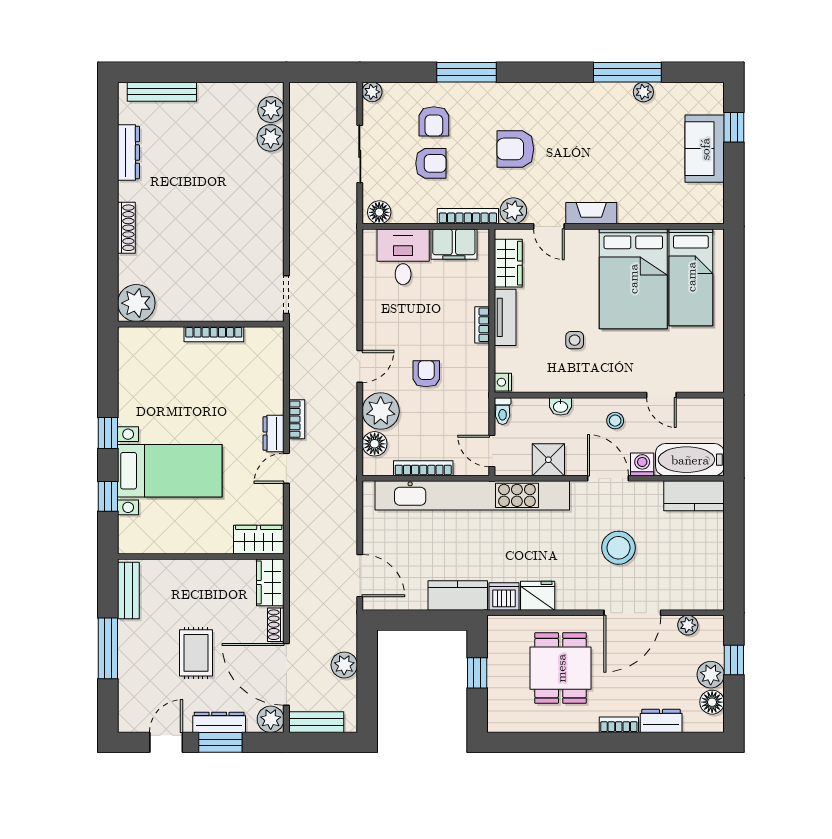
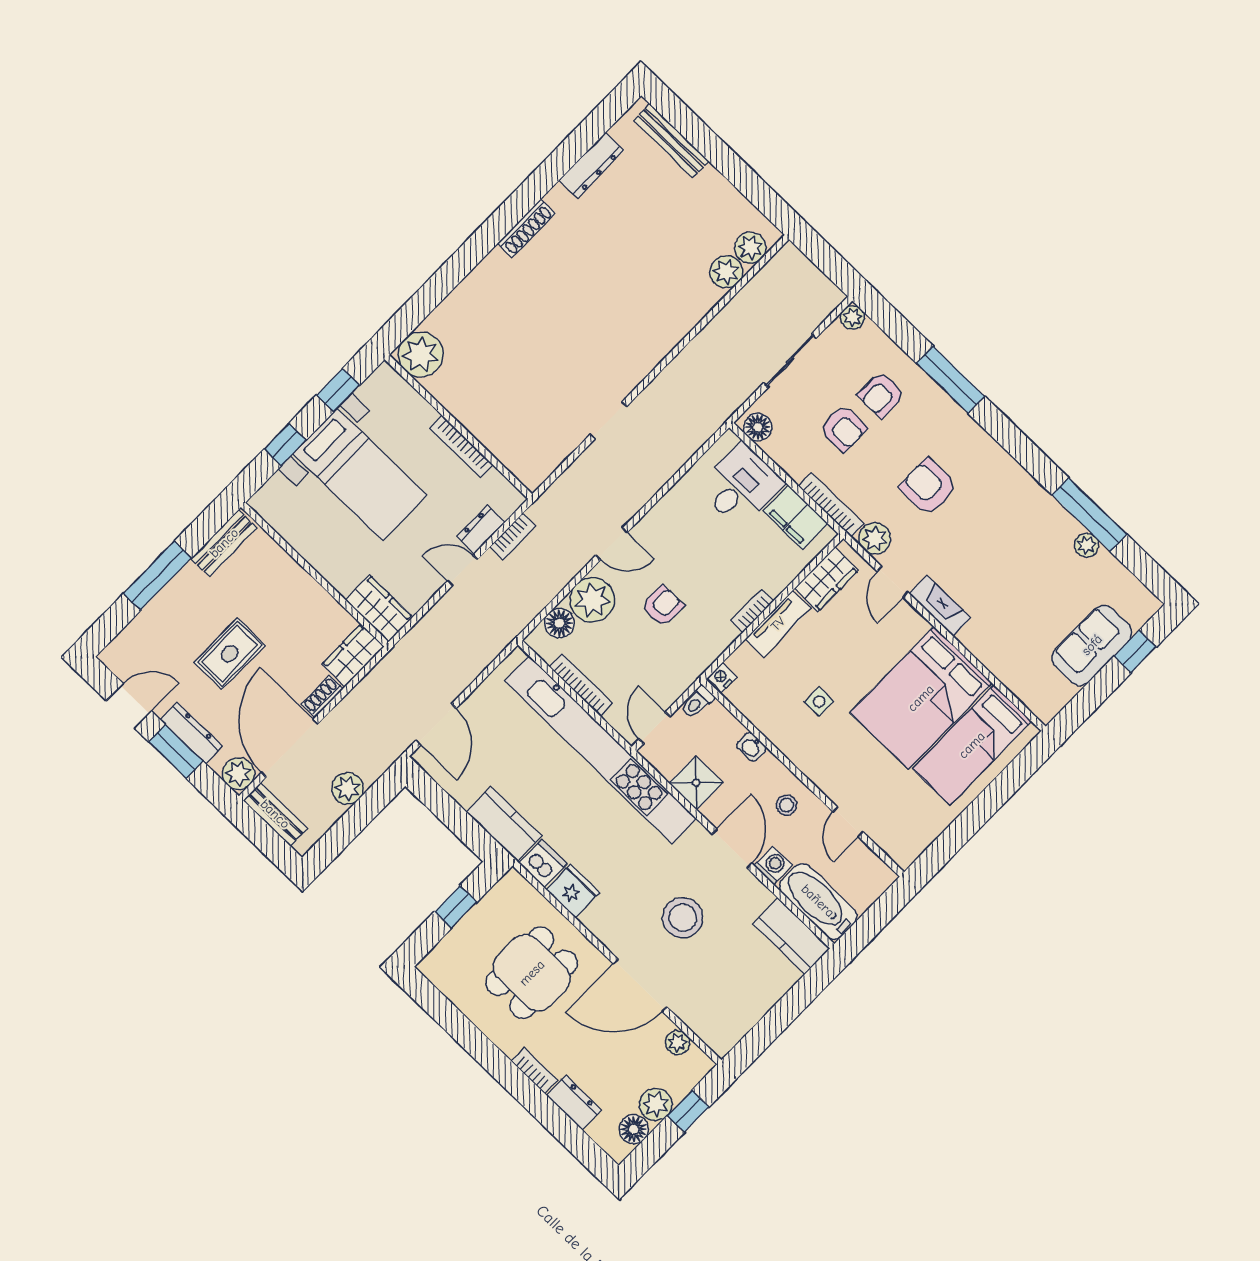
plant: (136, 303) -> (421, 354), moved
wall: (201, 324) -> (458, 427), moved
bookcase: (214, 334) -> (461, 446), moved

